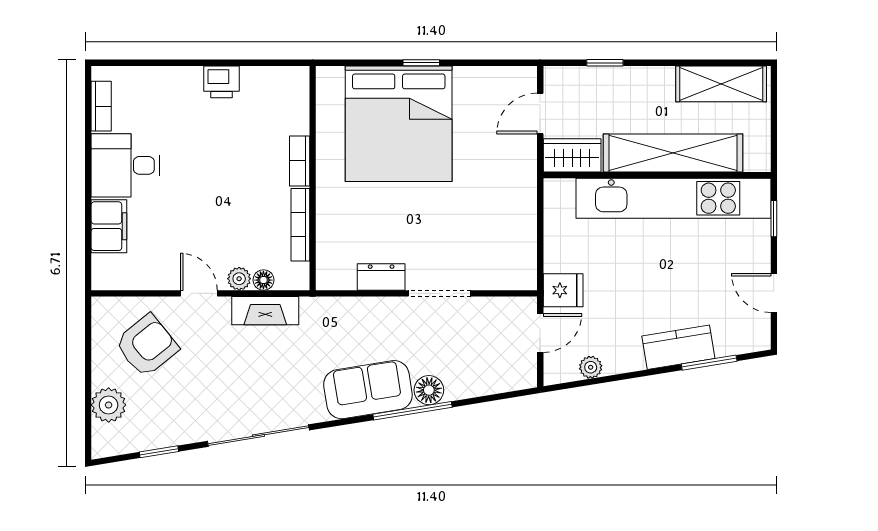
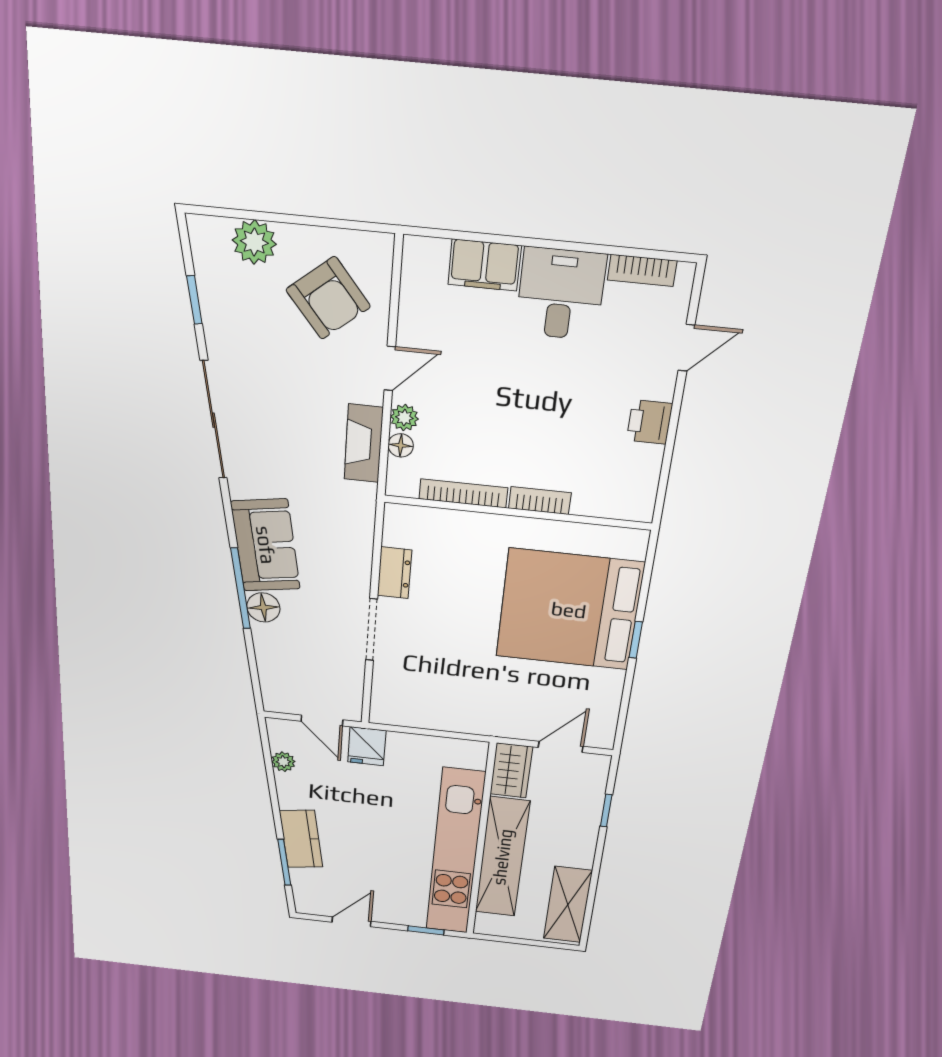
door: (158, 63) -> (686, 348), added
door: (540, 113) -> (561, 747), hinge flipped

